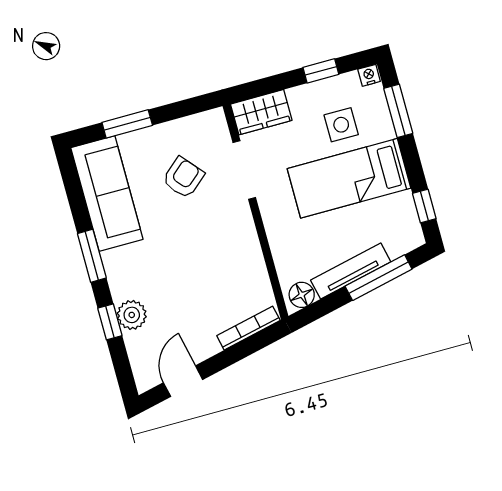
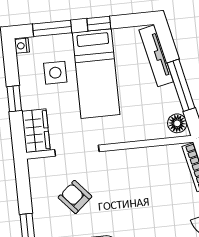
window: (321, 71) -> (14, 99), moved
window: (424, 206) -> (99, 24), moved
tv unit: (351, 271) -> (156, 56), moved
window: (379, 278) -> (181, 85), moved

